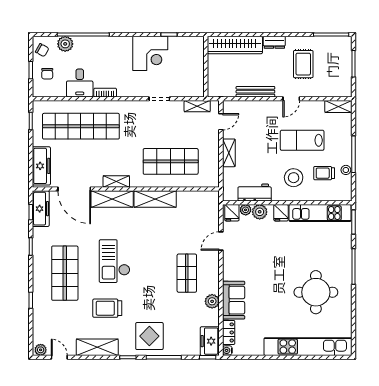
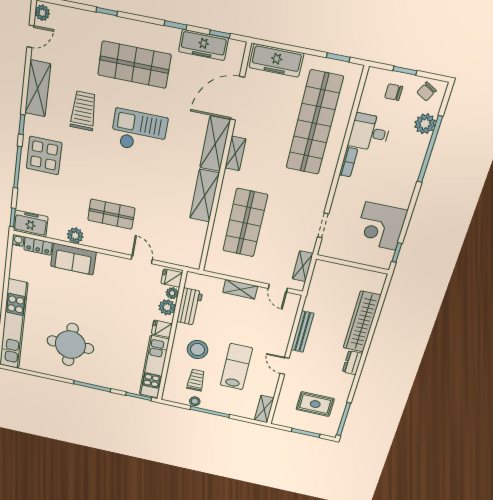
rug: (303, 64) -> (315, 404), moved
wall: (206, 67) -> (352, 264), moved
freezer: (41, 209) -> (203, 45), moved

